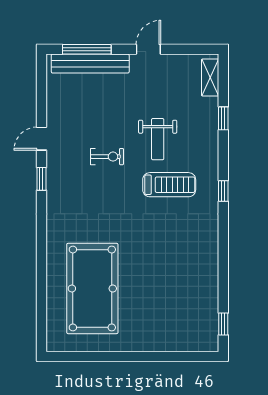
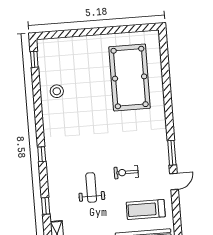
window: (41, 179) -> (172, 153), width x1.50
treadmill: (169, 185) -> (146, 209), moved
stool: (195, 277) -> (57, 91), added

